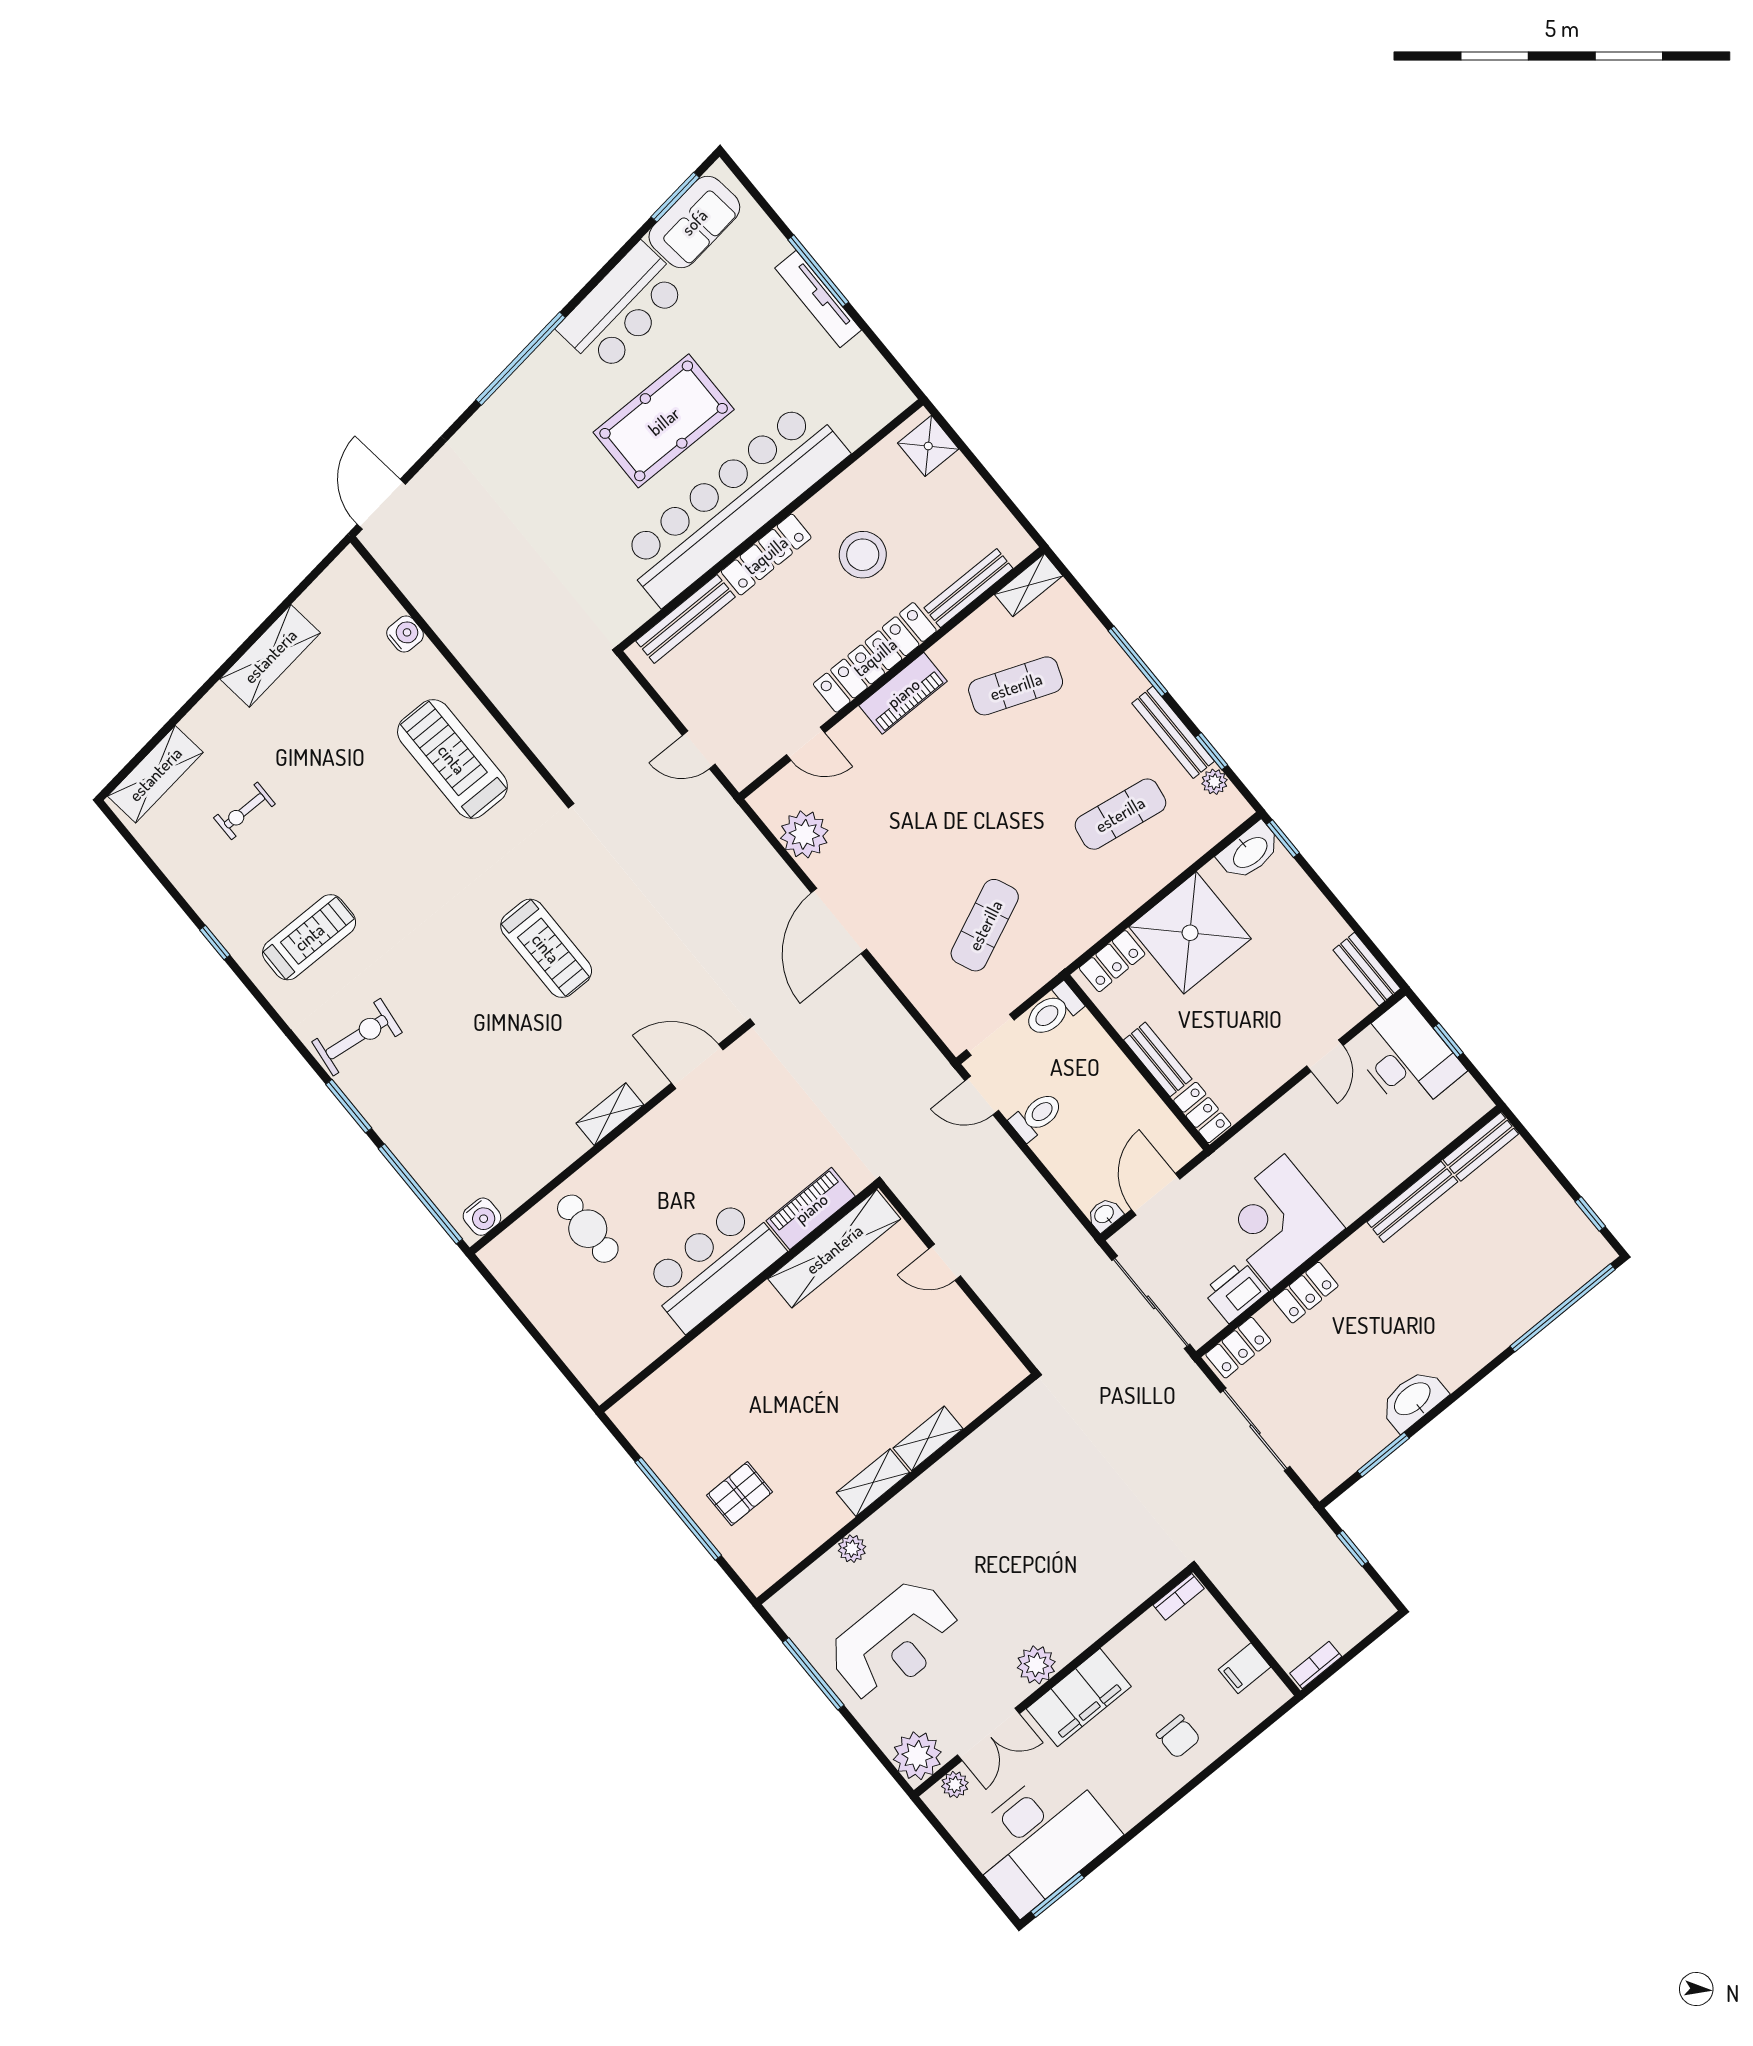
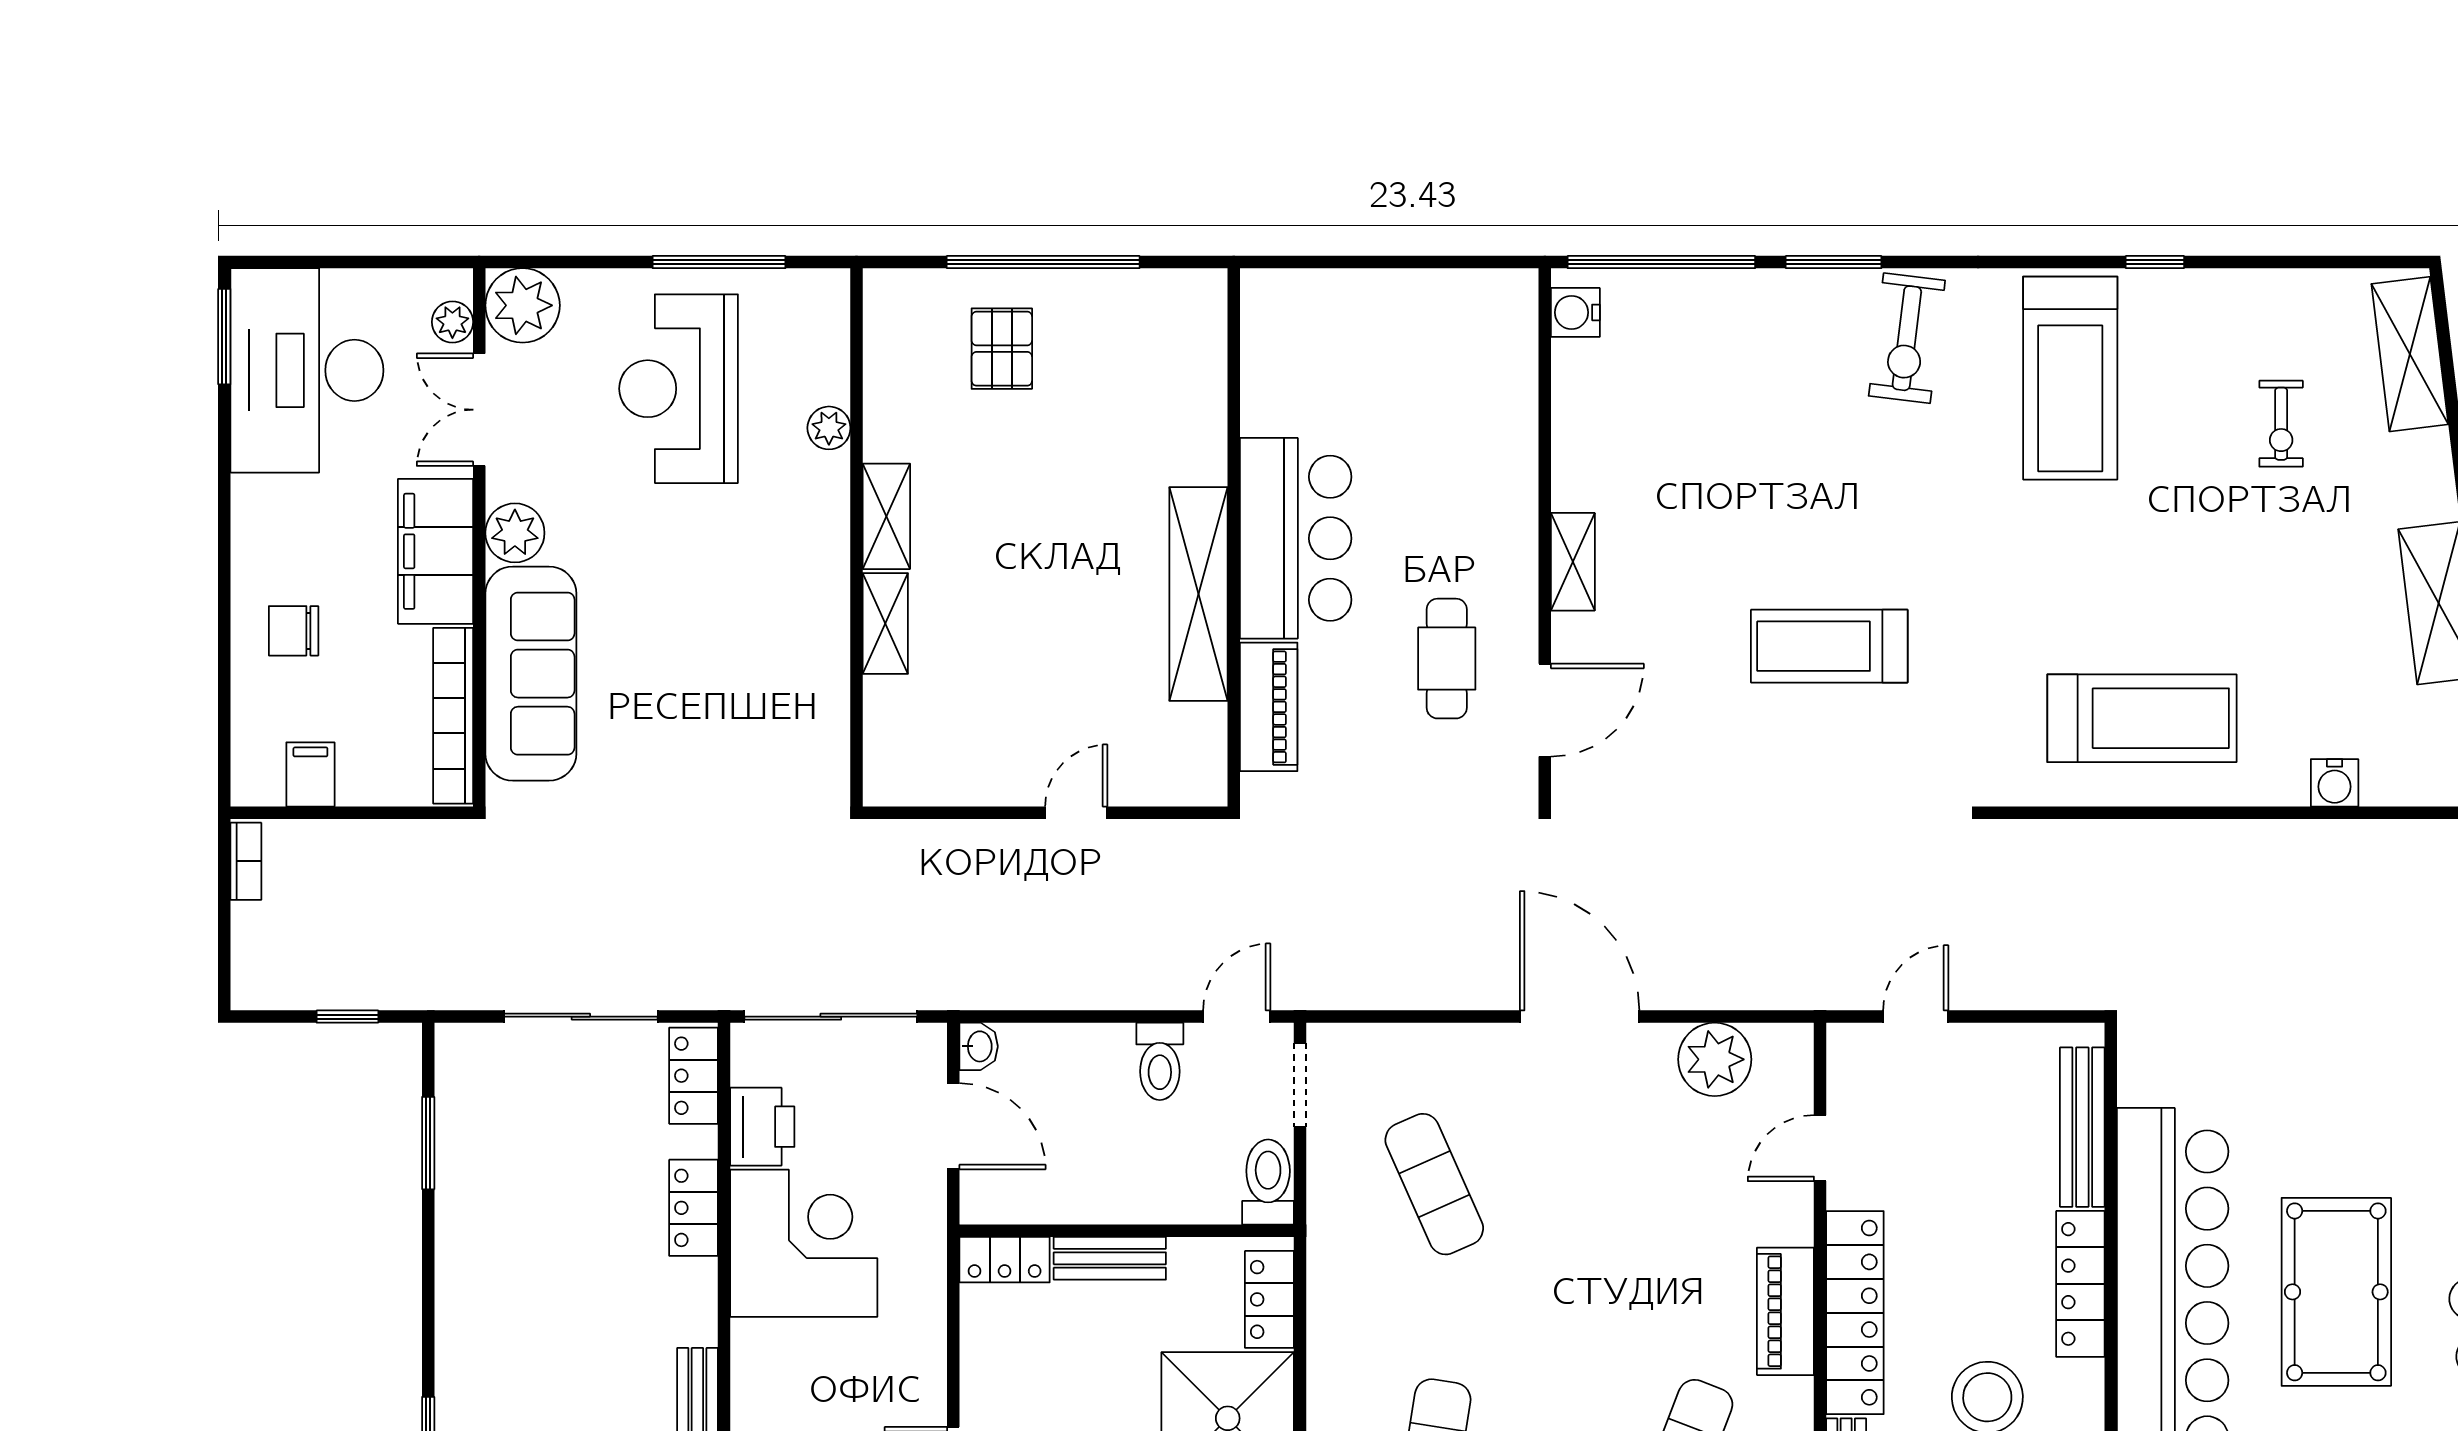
exercise bike: (244, 811) -> (2281, 424), turned 180
treadmill: (309, 937) -> (2070, 378), width x1.37, depth x1.38
cafe table: (588, 1229) -> (1447, 659), moved, turned 90
shelving: (834, 1249) -> (1198, 594), moved
washbasin: (1413, 1400) -> (464, 1231), removed
bookcase: (1179, 1597) -> (453, 716), width x2.31, depth x1.31
sofa: (1101, 1598) -> (531, 674), added

